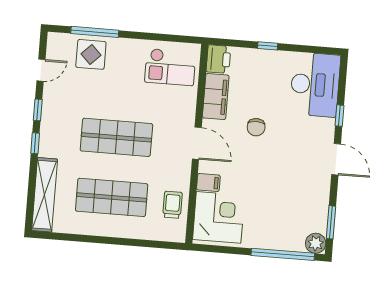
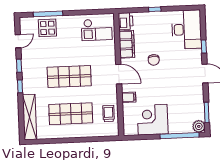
corner desk: (219, 217) -> (153, 120), moved, turned -90

